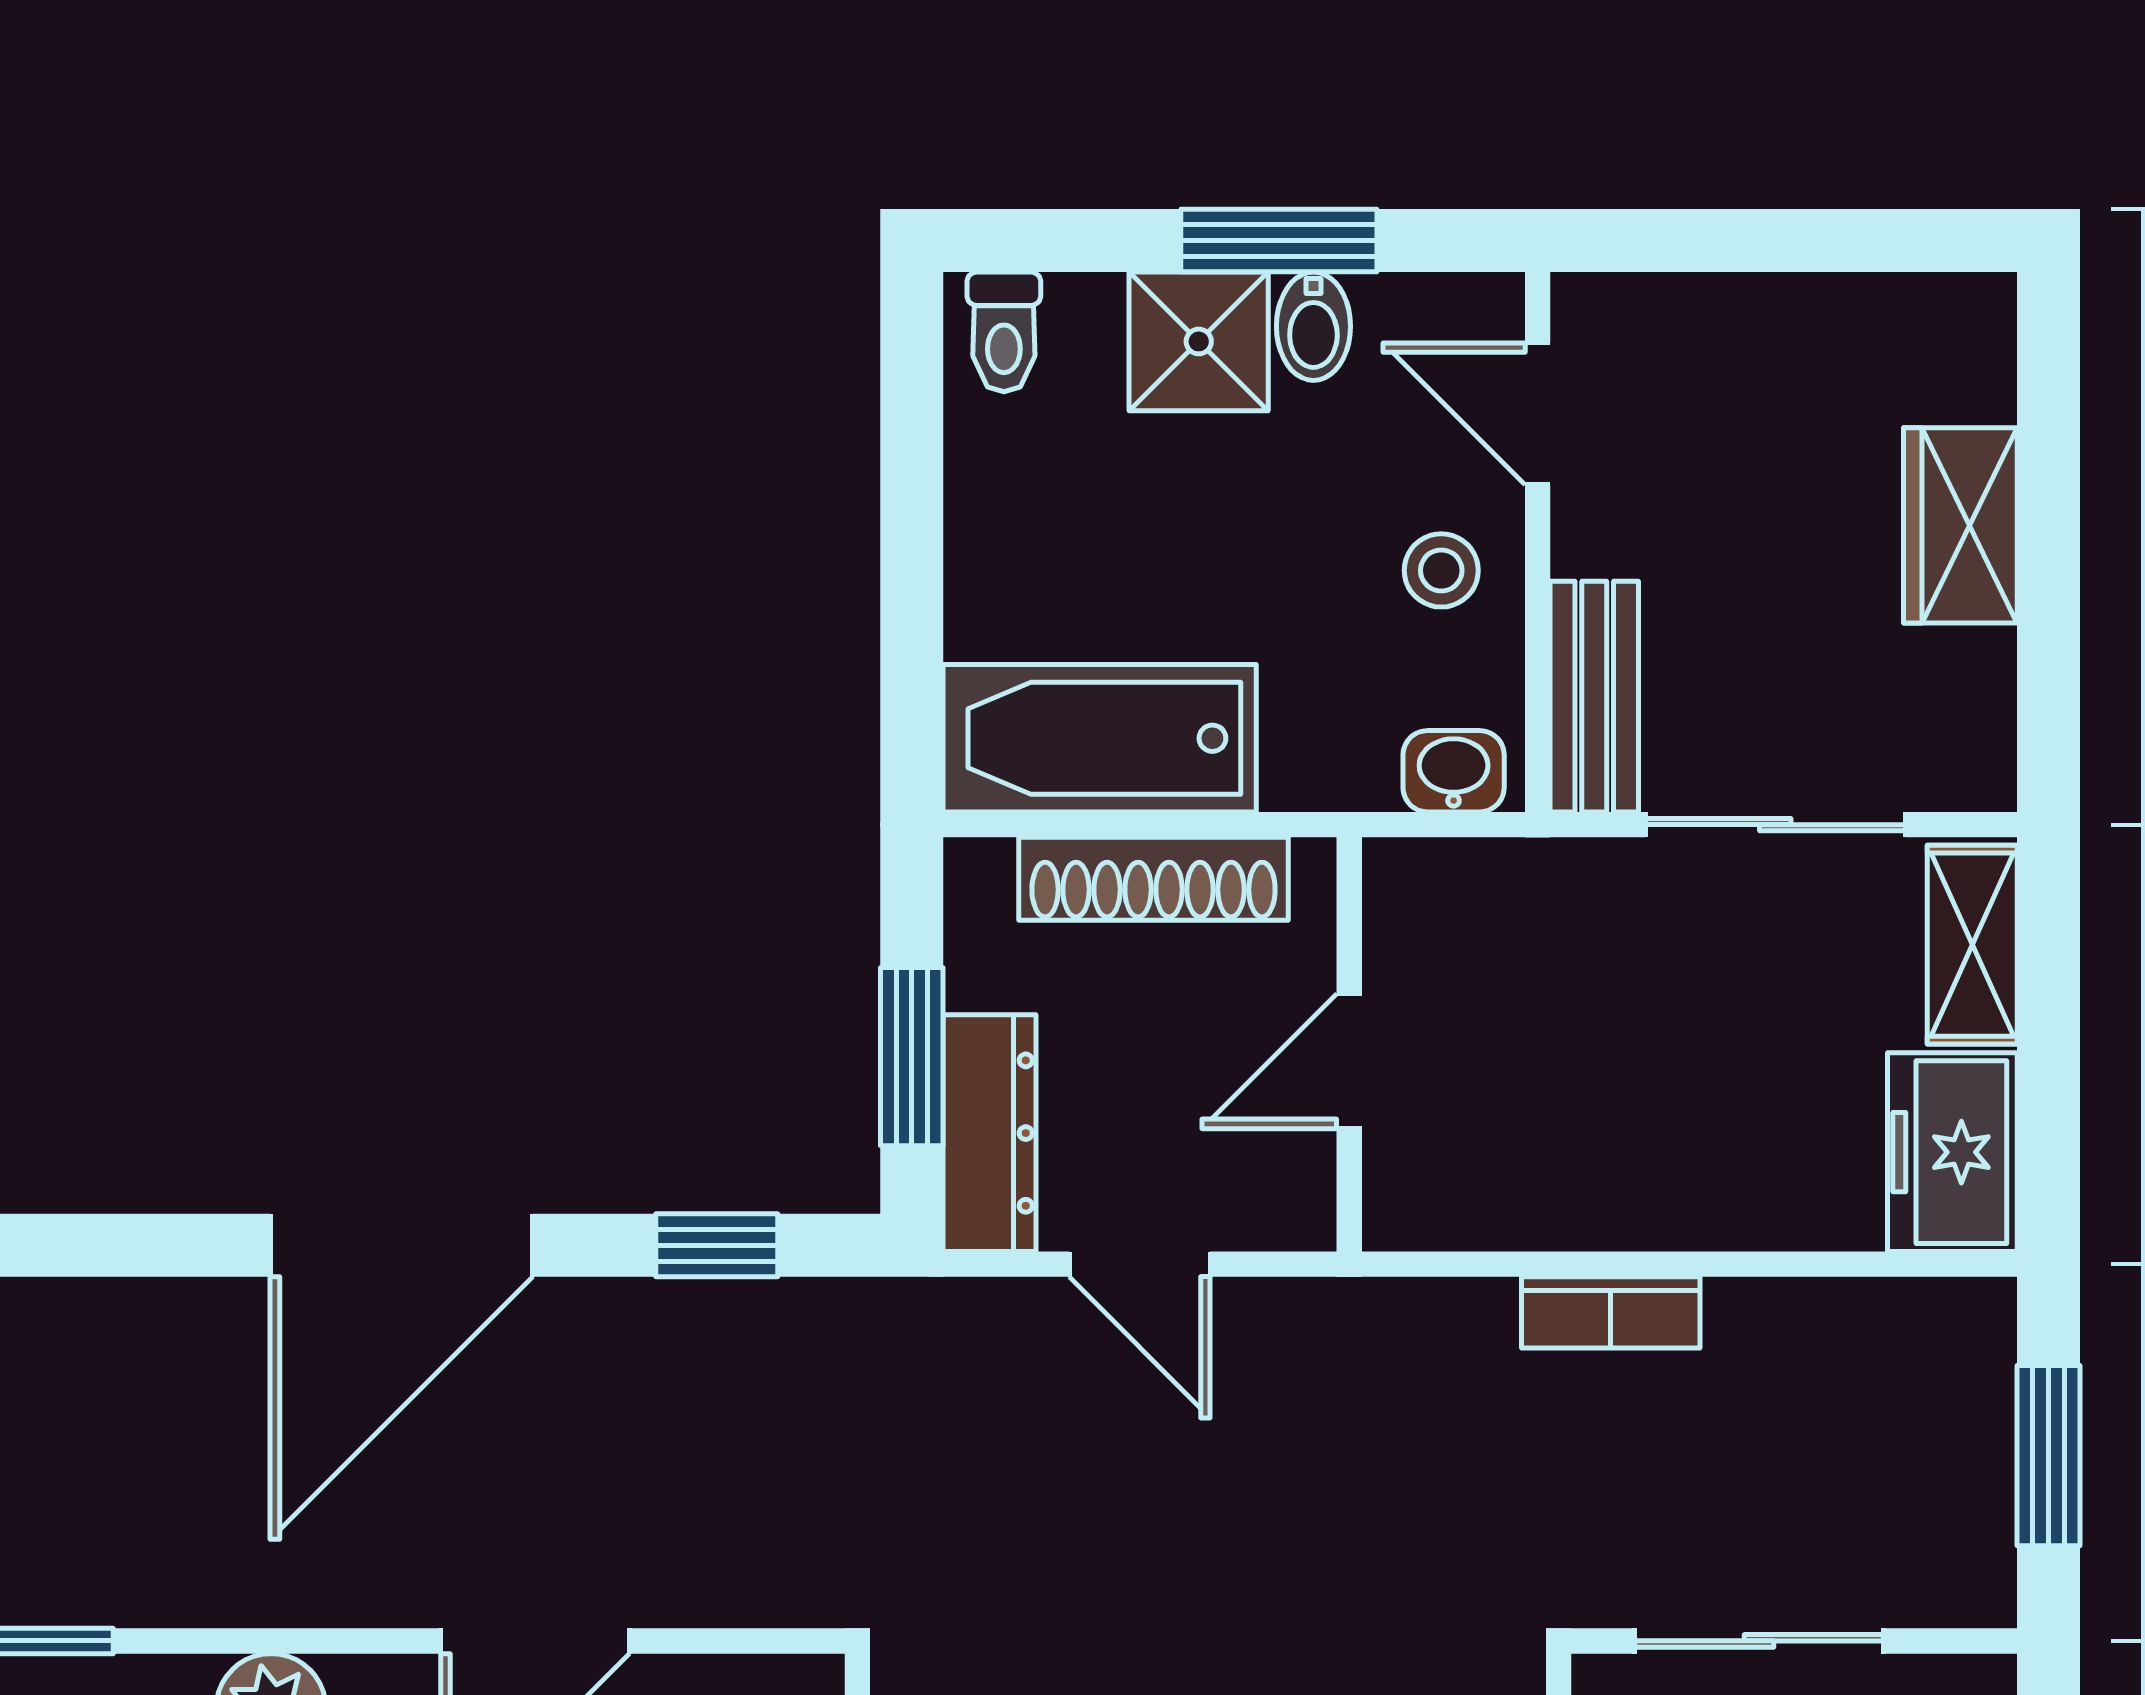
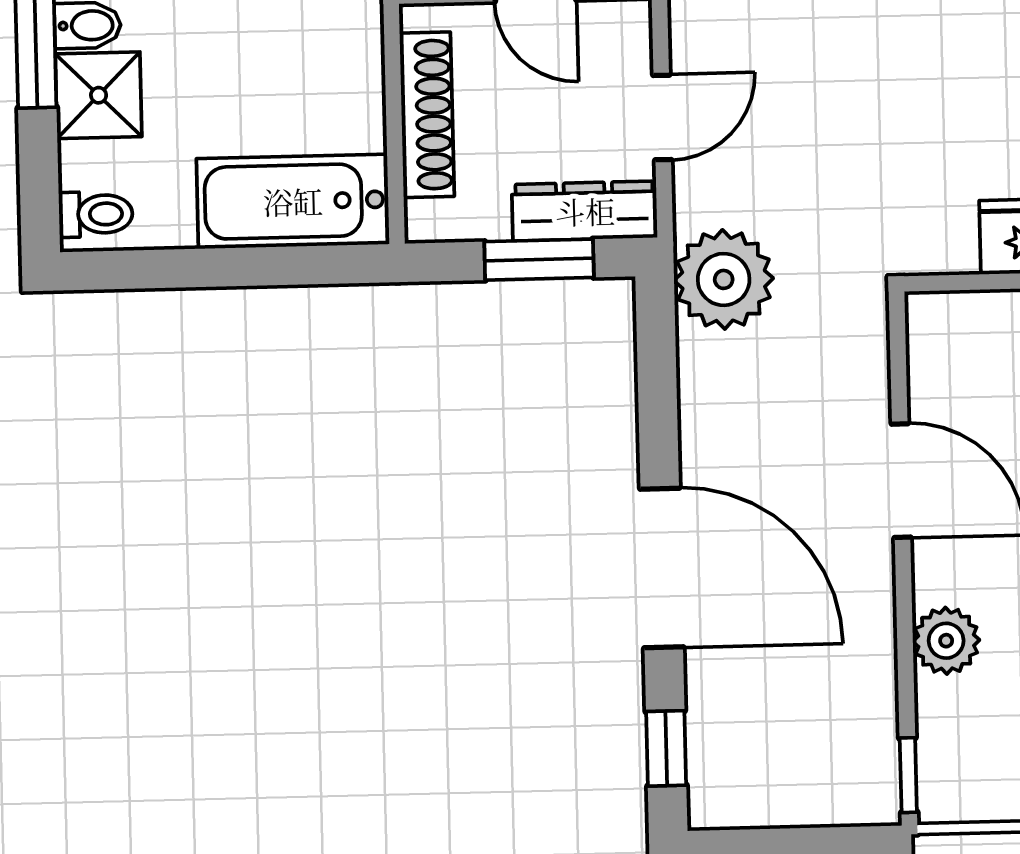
bathtub: (1100, 738) -> (293, 201), moved, turned 90
window: (717, 1245) -> (666, 748), moved
plant: (872, 1358) -> (724, 279), added

